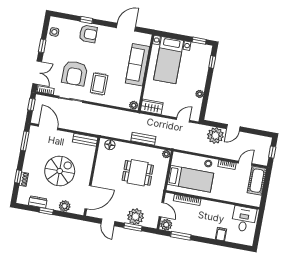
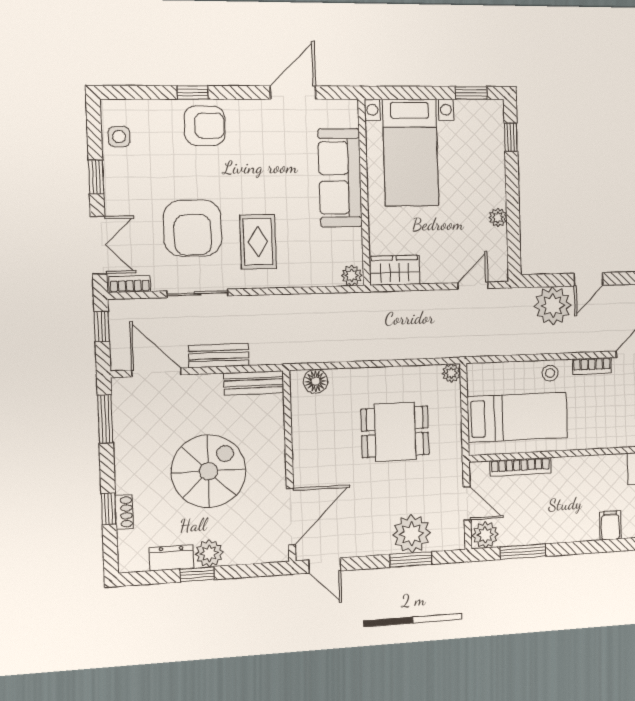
bench: (143, 139) -> (219, 356), moved
plant: (65, 206) -> (209, 553), moved
door: (108, 222) -> (325, 565), moved

